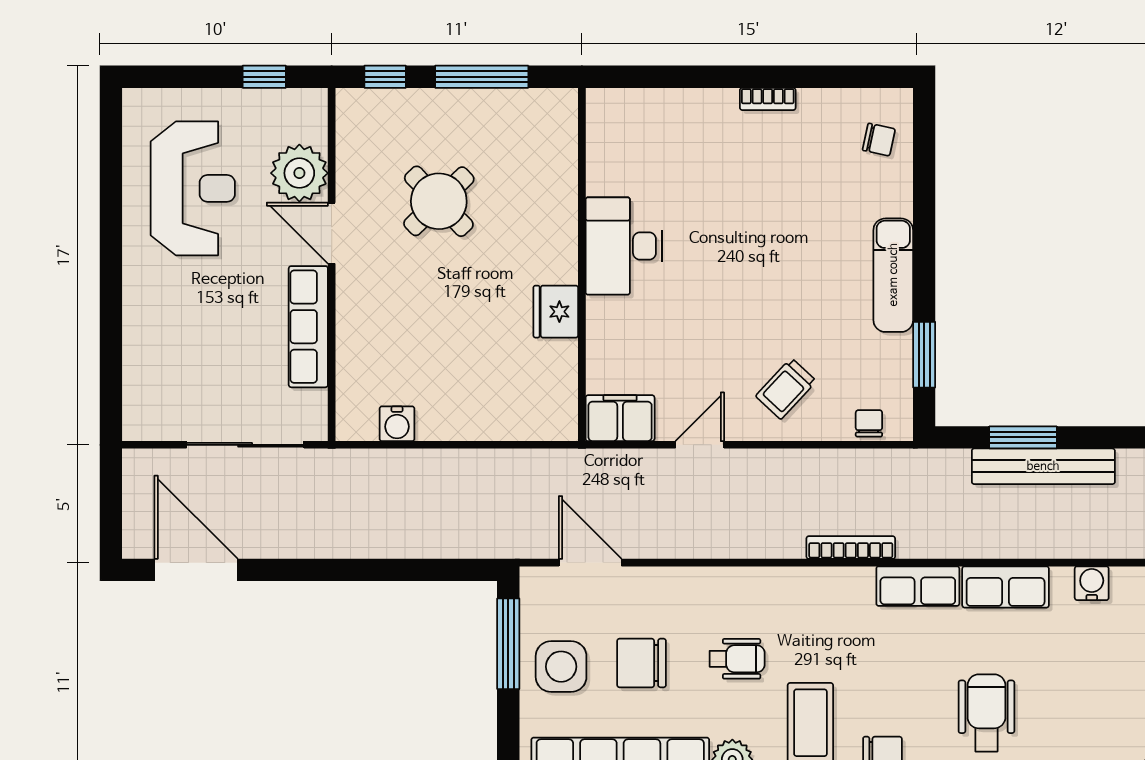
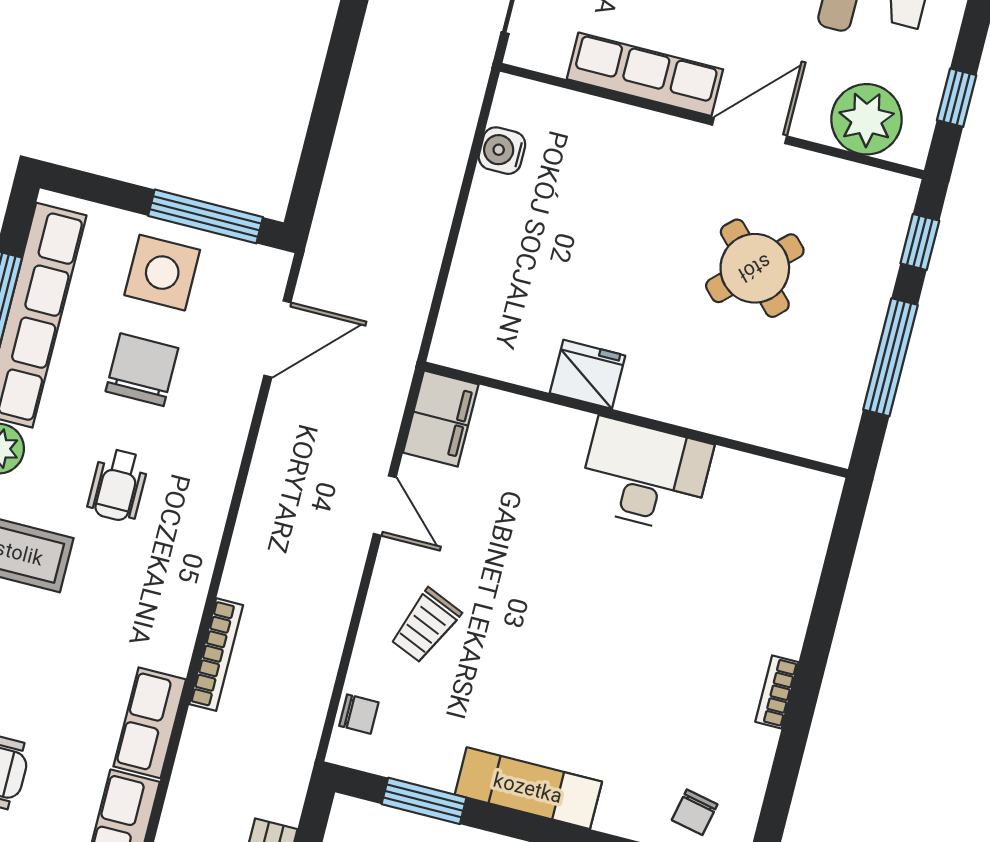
plant: (299, 173) -> (866, 119), moved
trolley: (786, 389) -> (426, 626), turned -110

